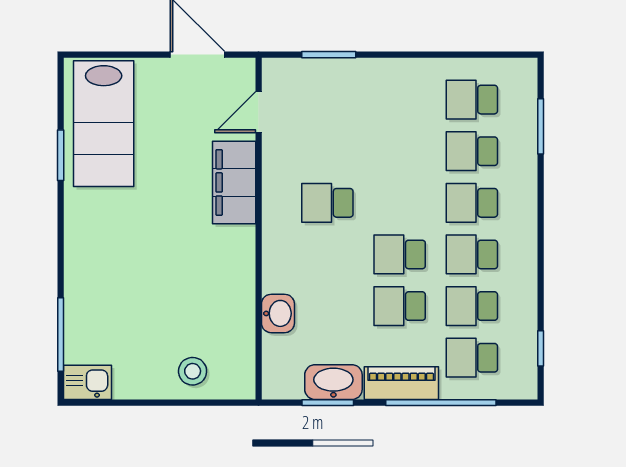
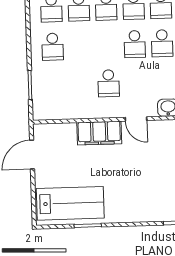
school desk: (400, 100) -> (53, 47), added
door: (259, 112) -> (136, 119), moved

